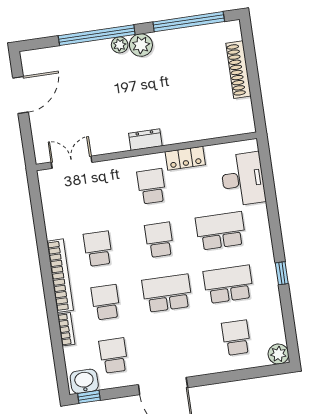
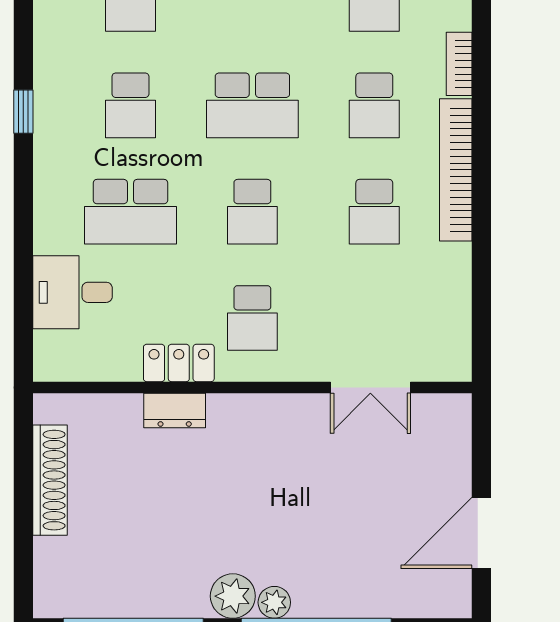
shoe rack: (238, 70) -> (50, 480), moved
dresser: (145, 140) -> (175, 411), moved
double door: (72, 162) -> (370, 388), moved
desk: (243, 179) -> (73, 292), width x0.73
school desk: (228, 284) -> (130, 105), width x0.54

